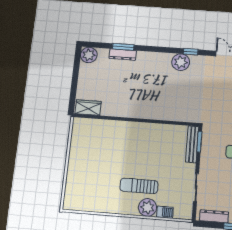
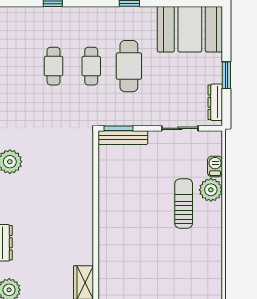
sun lounger: (139, 186) -> (184, 204), turned 180

